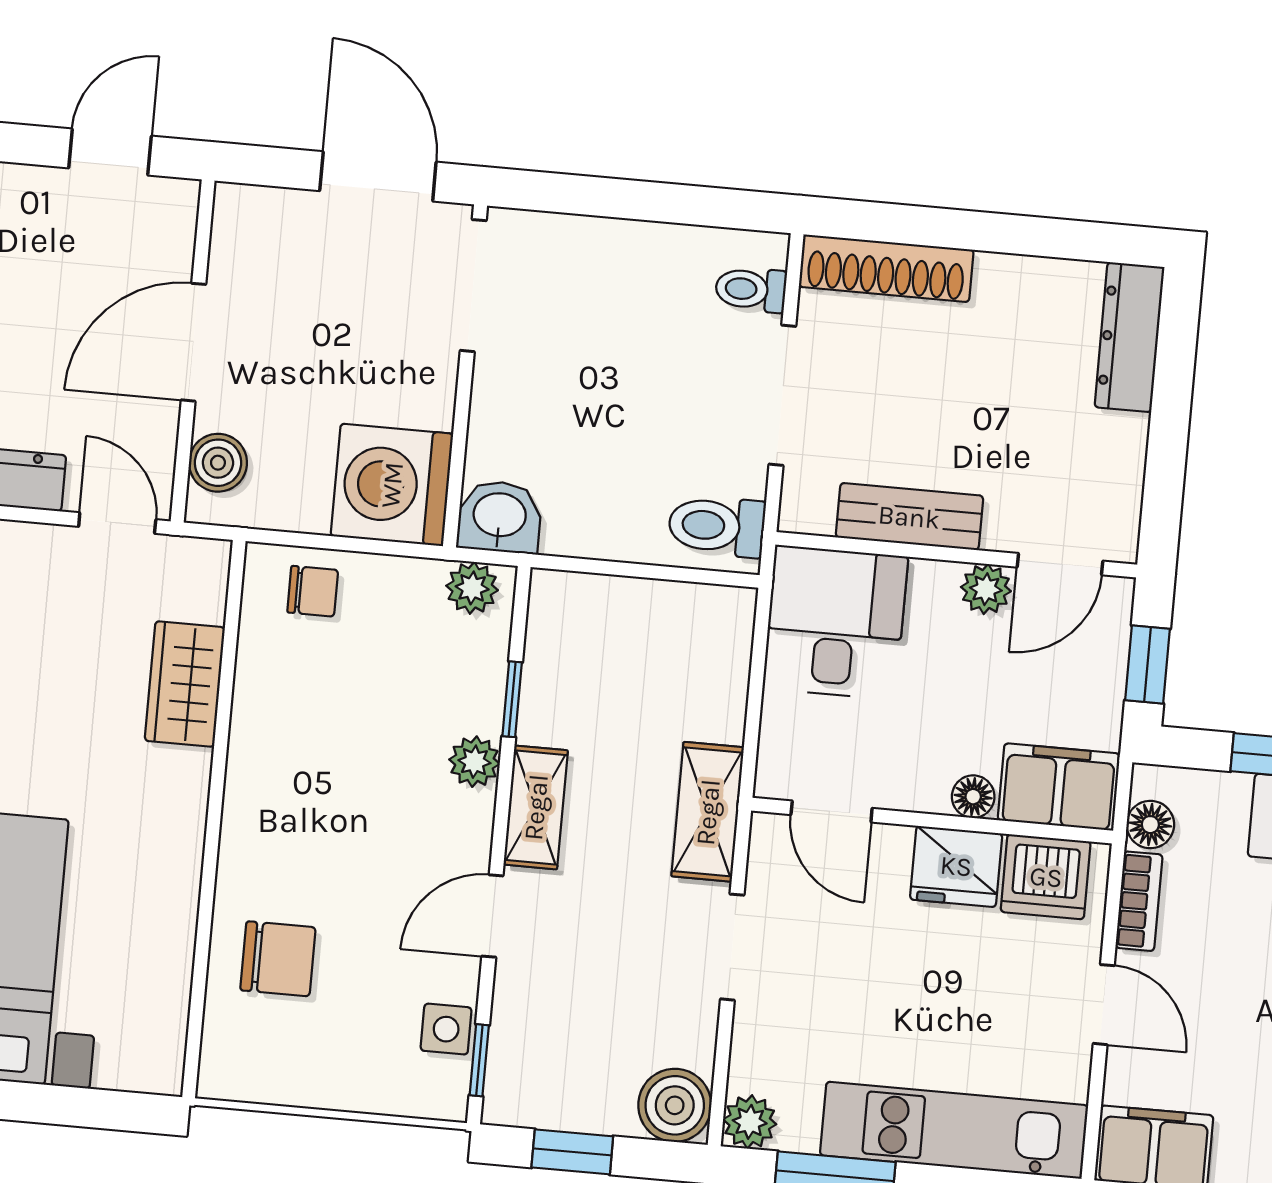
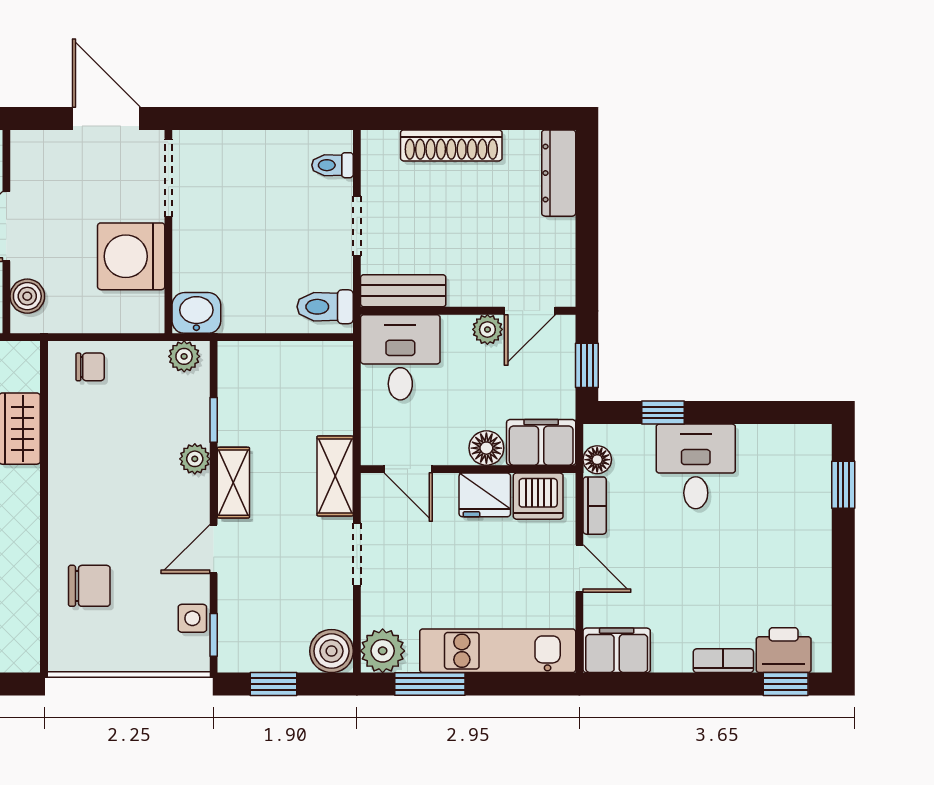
shoe rack: (886, 268) -> (451, 145), moved
doorway: (782, 395) -> (357, 226), width x0.73
washing machine: (392, 485) -> (131, 256), moved
bench: (909, 517) -> (403, 291), moved
floor lamp: (973, 797) -> (486, 448), width x1.37, depth x1.37
plant: (750, 1122) -> (383, 651), width x1.38, depth x1.38

